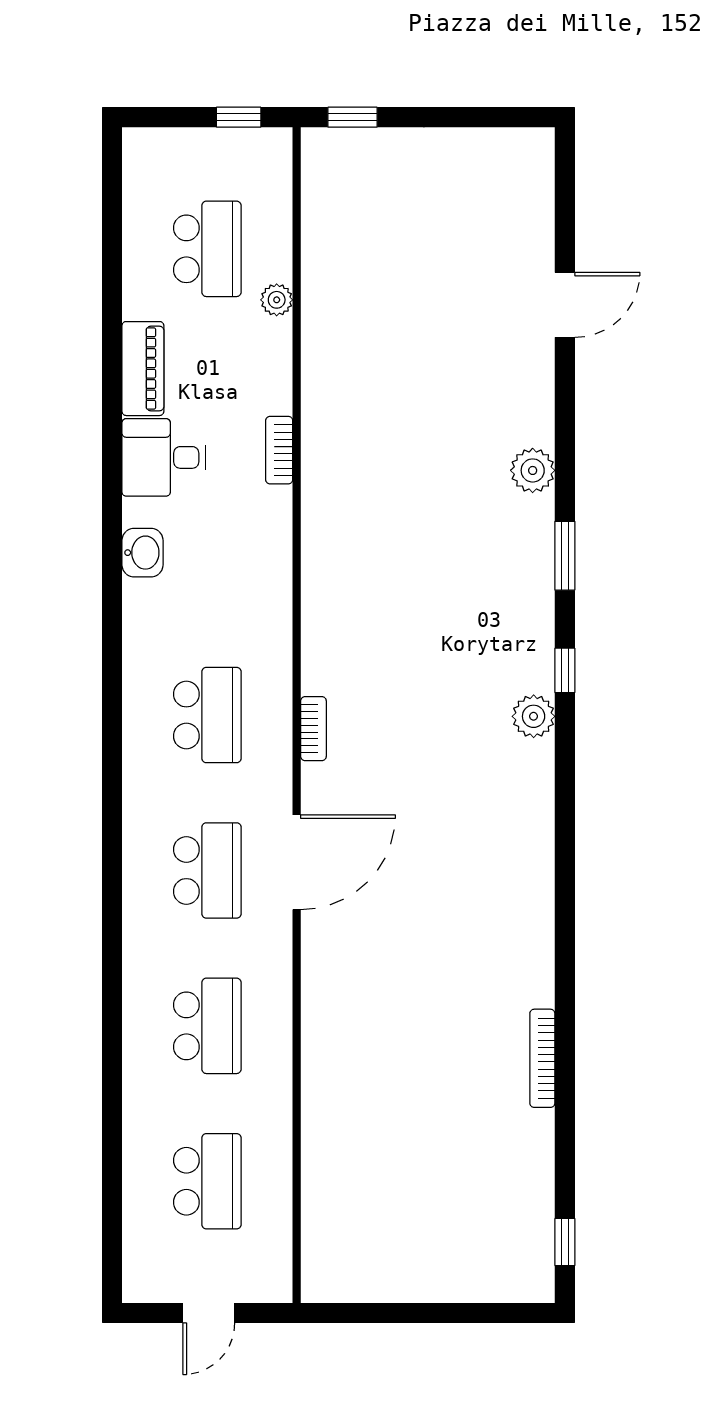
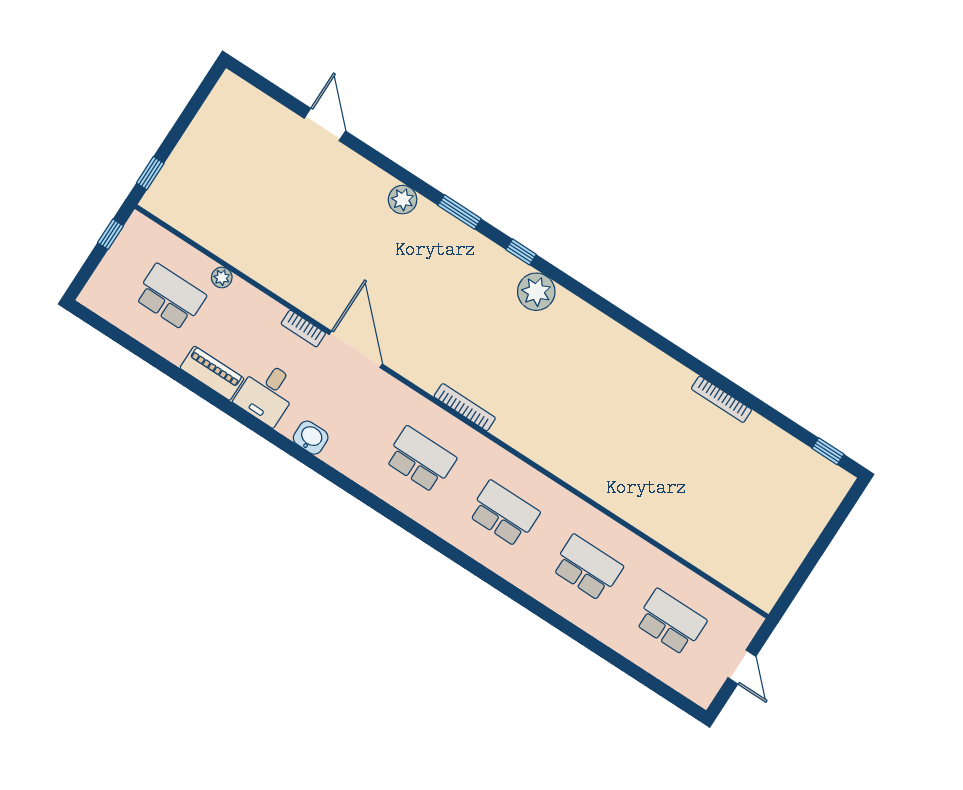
plant: (534, 716) -> (536, 292), width x1.36, depth x1.36
bookcase: (313, 729) -> (465, 407), width x1.56
door: (297, 862) -> (356, 349), moved

